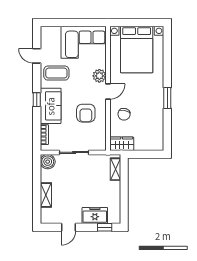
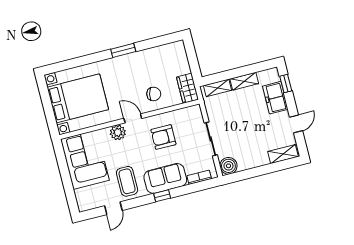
armchair: (86, 113) -> (163, 137), turned 180
shelving: (115, 193) -> (244, 81), added
shelving: (46, 195) -> (283, 154), moved
door: (68, 227) -> (296, 124), hinge flipped

